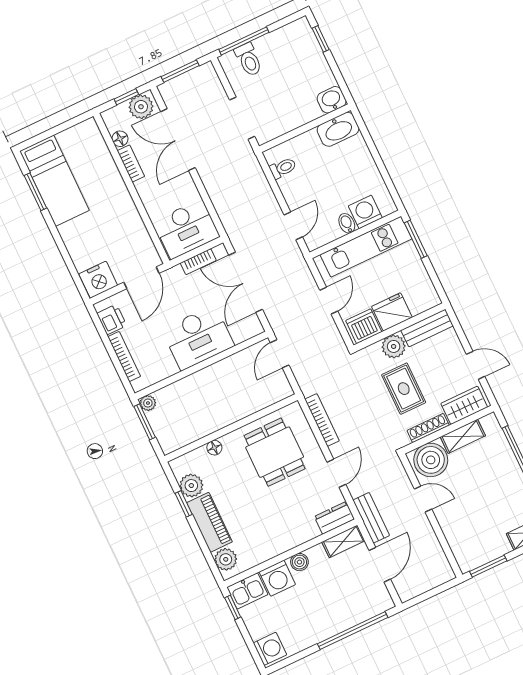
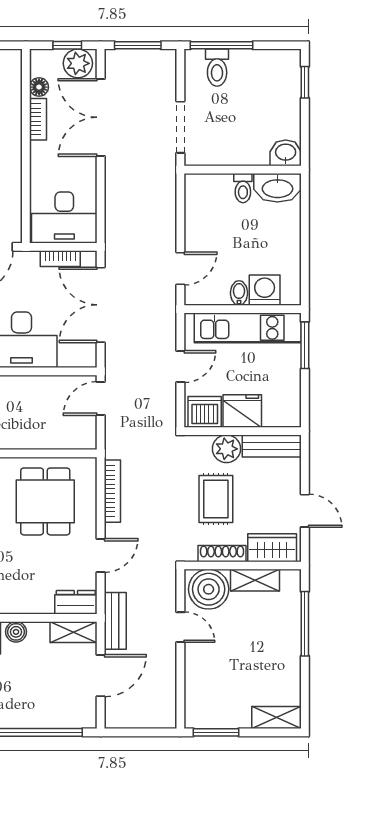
toilet: (283, 168) -> (243, 188), moved, turned 90

